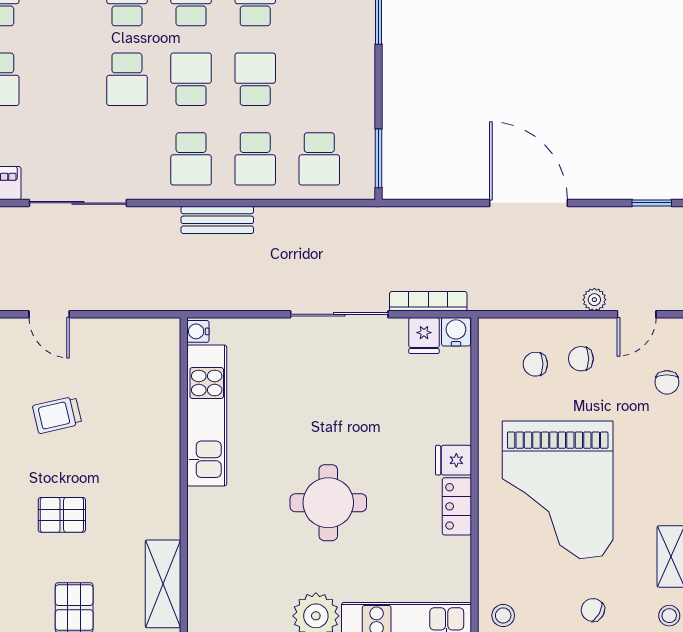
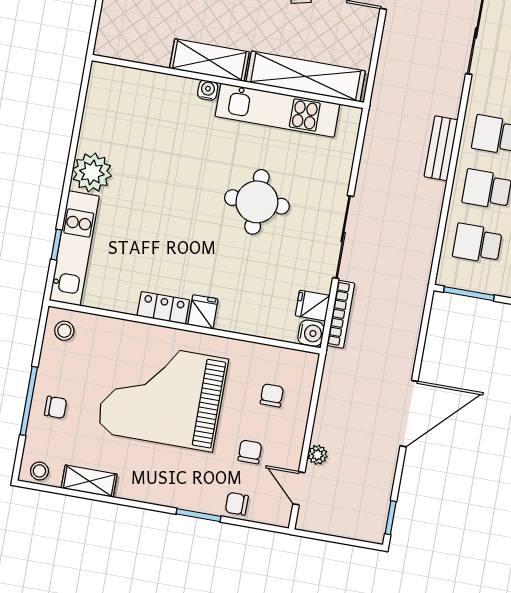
water cooler: (198, 331) -> (208, 90), moved
chair: (581, 359) -> (250, 452), moved
shelving: (162, 390) -> (306, 76), added
round table: (328, 503) -> (257, 202), moved
shelving: (163, 584) -> (209, 60), moved
chair: (593, 610) -> (56, 407), turned 61

